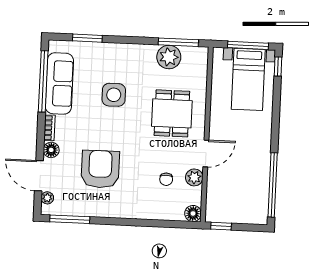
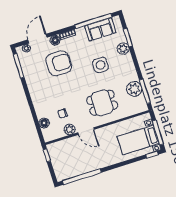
plant: (102, 51) -> (123, 49), added
sofa: (59, 83) -> (100, 29), width x0.73
armchair: (100, 169) -> (59, 63), moved
floor lamp: (193, 213) -> (44, 123), moved

